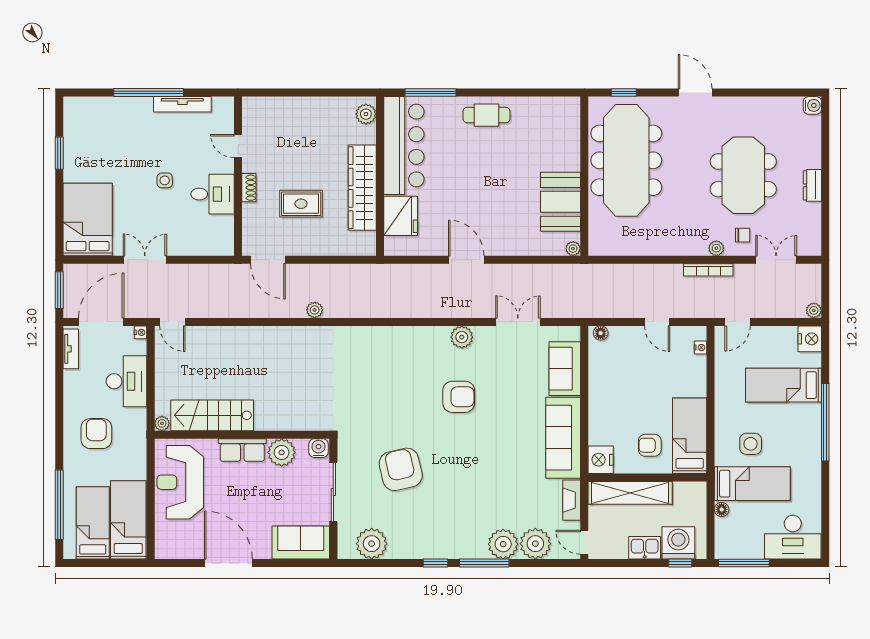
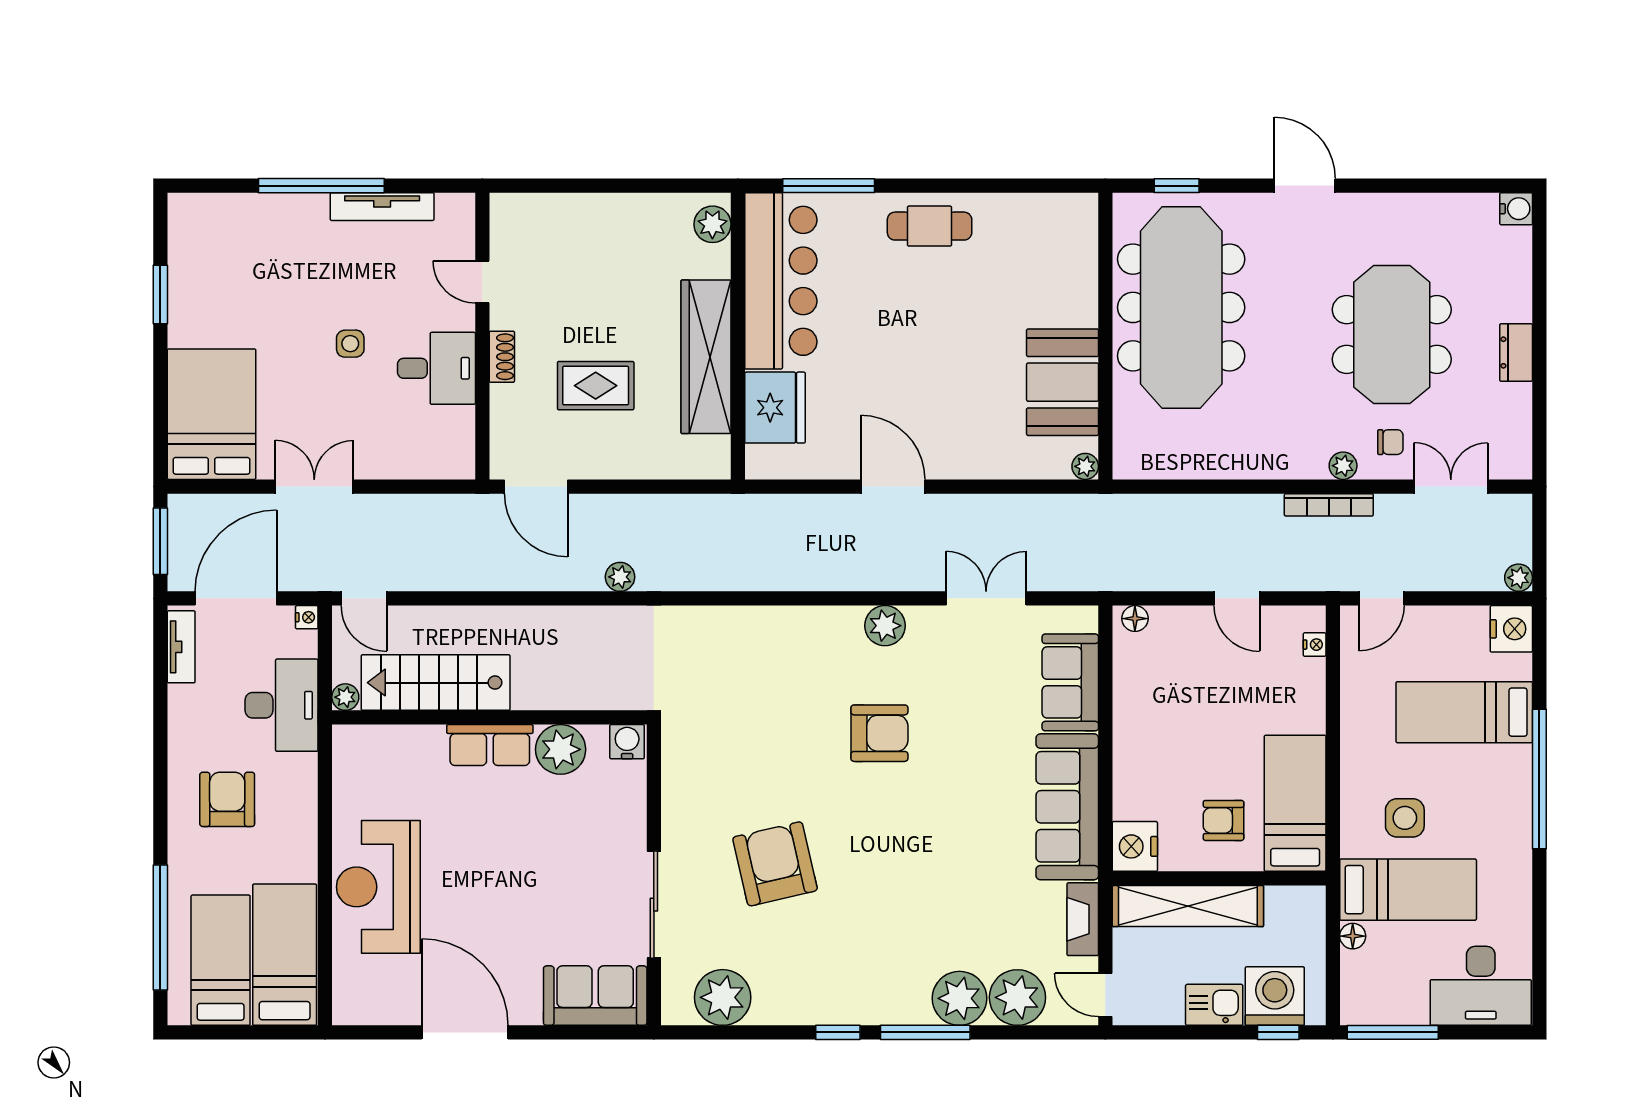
stairs: (212, 415) -> (436, 683), moved
plant: (162, 423) -> (345, 697), moved
wall: (242, 435) -> (489, 717), moved
water cooler: (319, 448) -> (627, 742), moved
row of seats: (242, 450) -> (490, 745), moved
plant: (282, 452) -> (561, 749), moved

